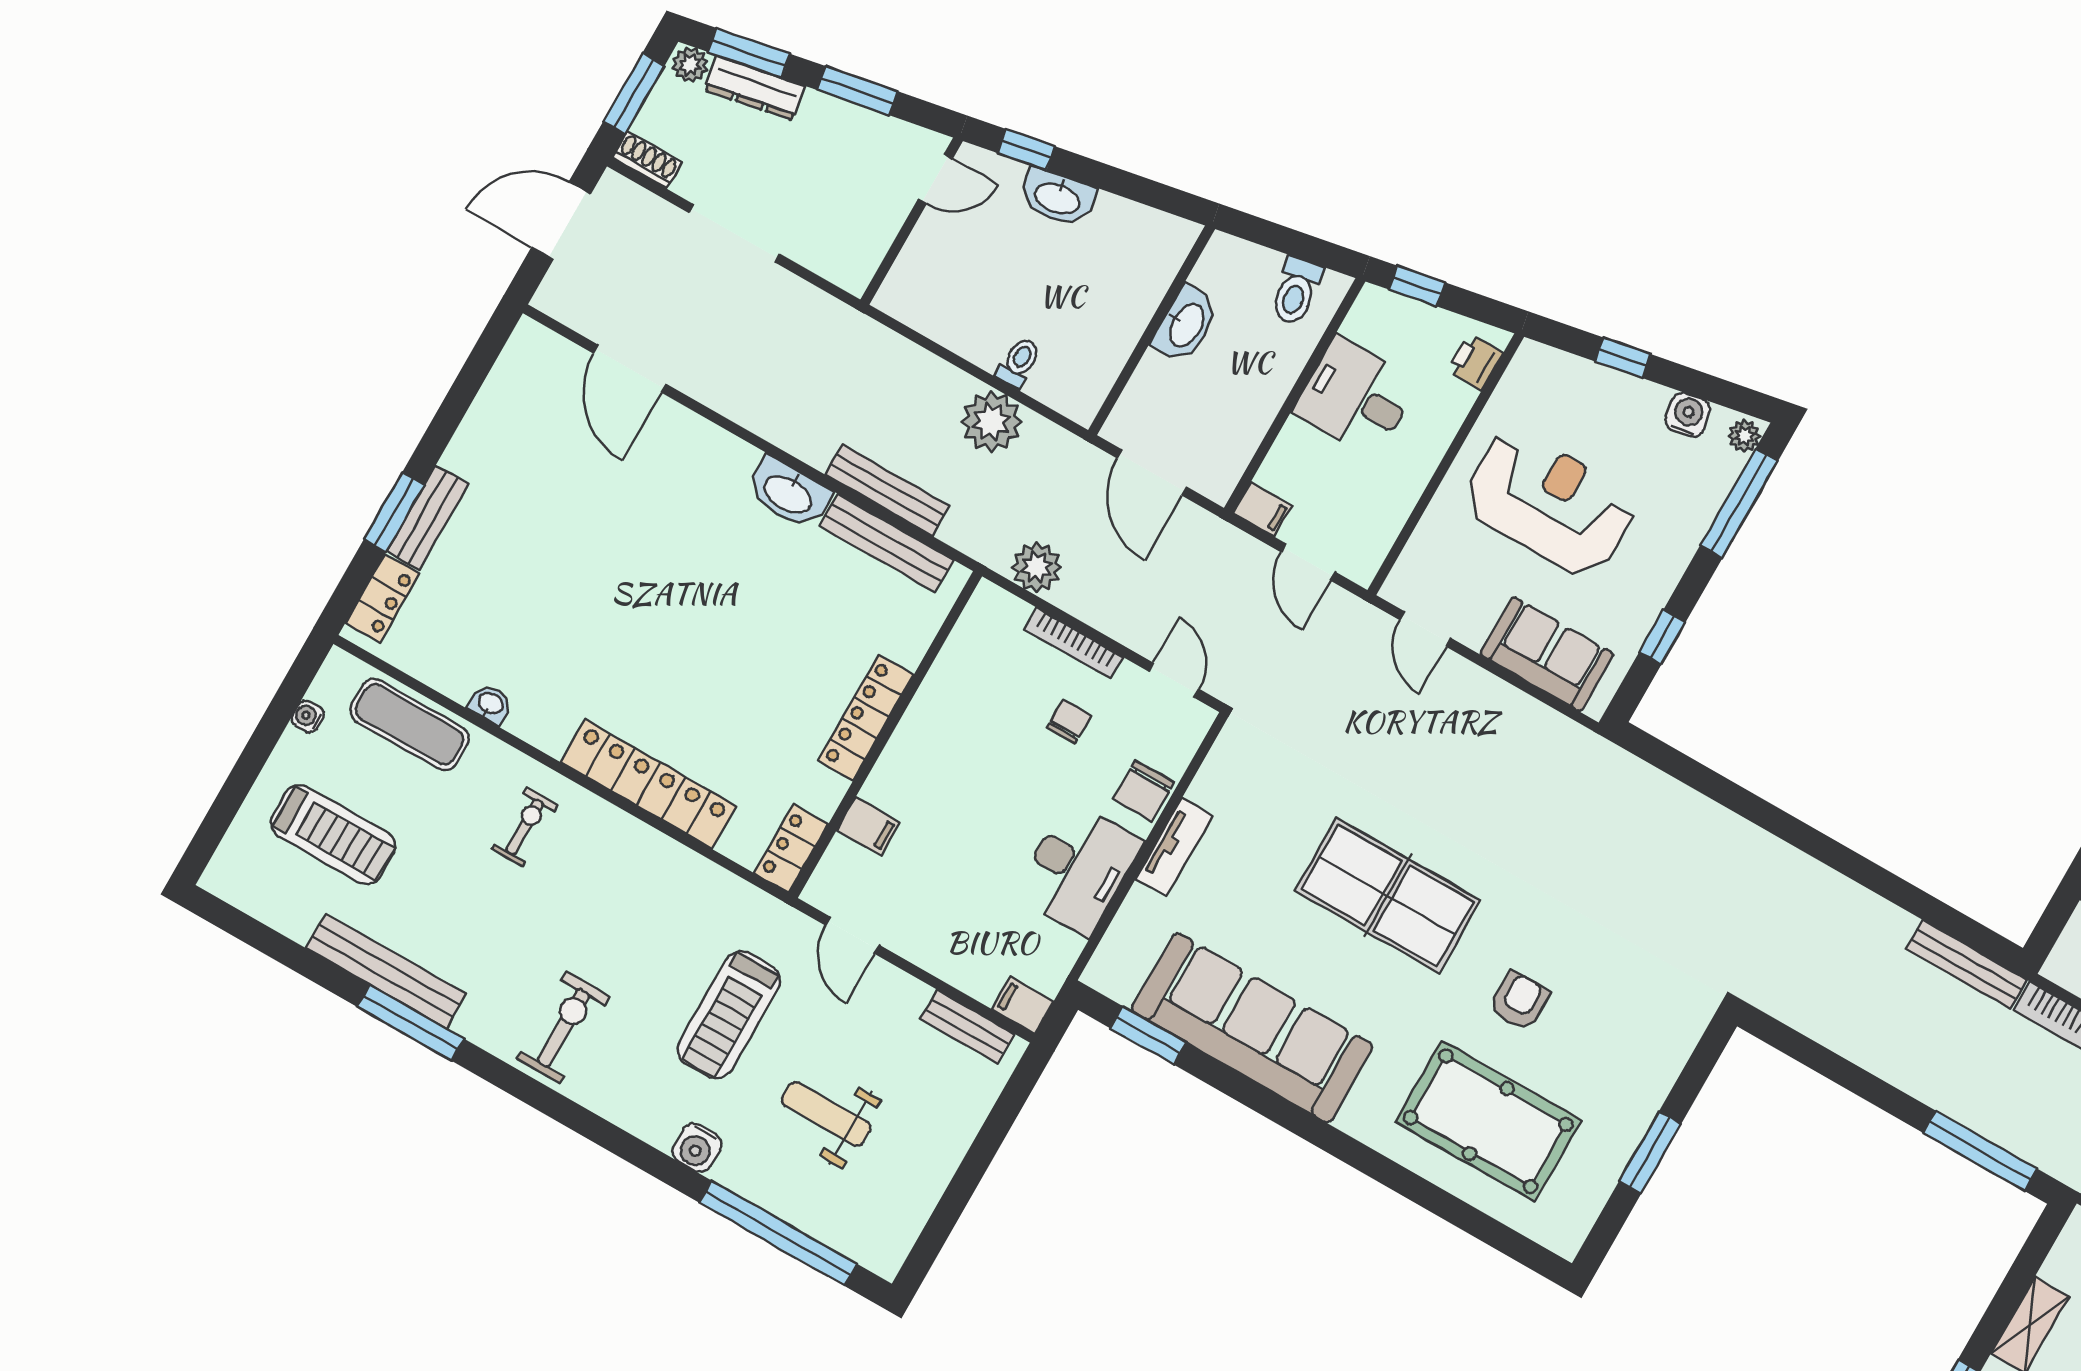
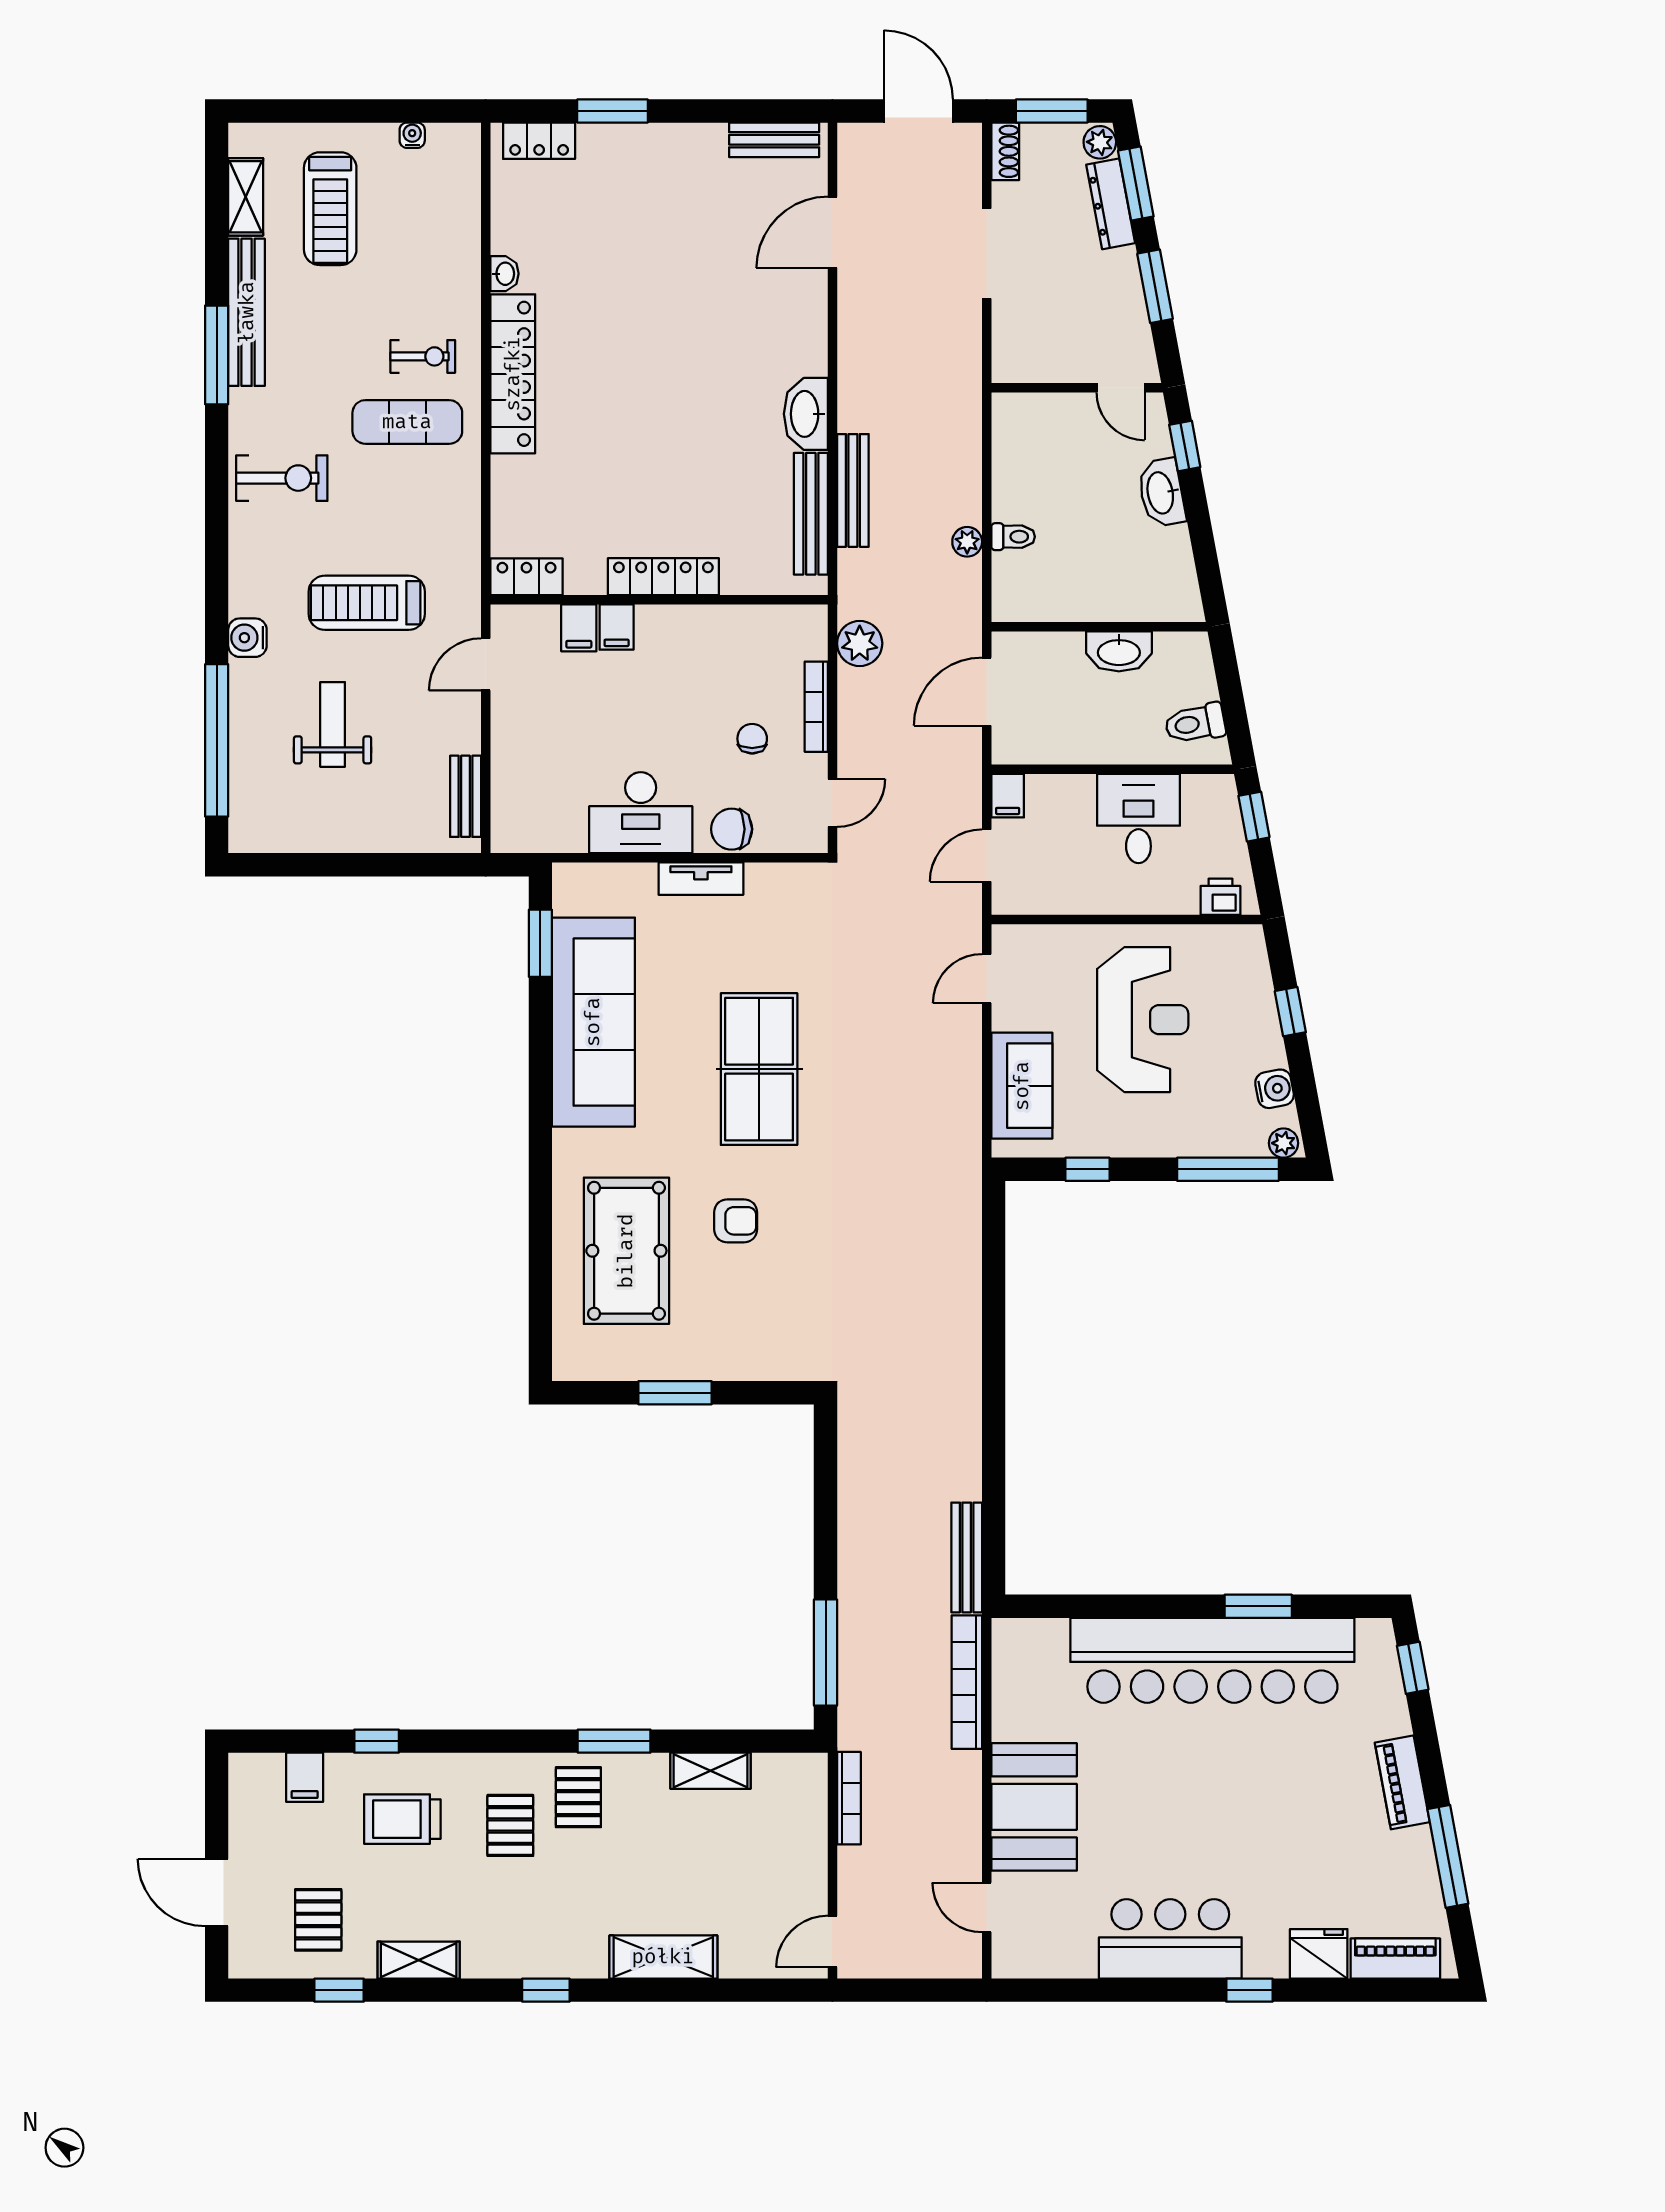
plant: (991, 422) -> (967, 542), width x0.53, depth x0.53
bench: (427, 518) -> (774, 140), moved
chair: (1069, 722) -> (752, 739), turned -90
exercise mat: (410, 724) -> (407, 422), moved, turned 90
locker: (648, 784) -> (513, 374), moved
shelving: (276, 909) -> (246, 197), added
filing cabinet: (1023, 1005) -> (617, 627), moved, turned 180

